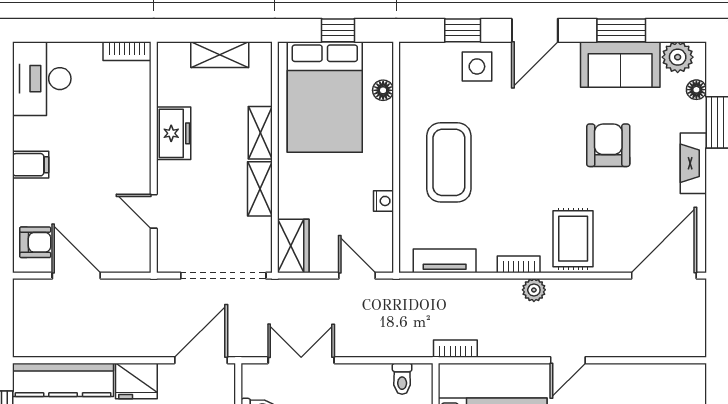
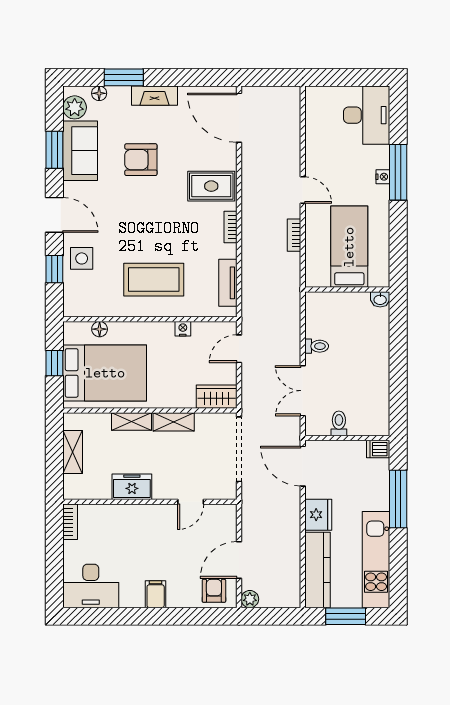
plant: (534, 290) -> (250, 599), moved
bookcase: (455, 349) -> (294, 235), moved
toilet: (402, 379) -> (317, 346), moved

